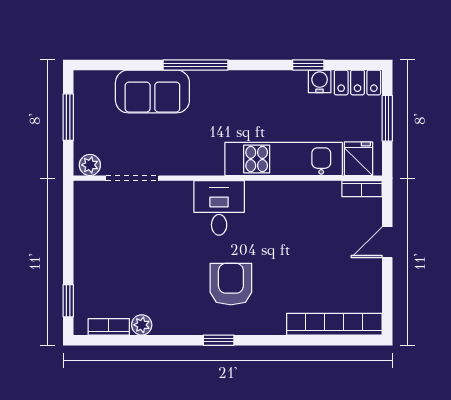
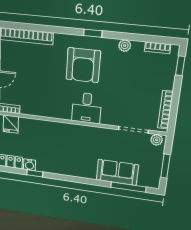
window: (196, 65) -> (128, 187), moved
kitchen unit: (284, 159) -> (50, 129), removed
bookcase: (82, 222) -> (165, 110), added
armchair: (231, 284) -> (83, 65), width x1.36, depth x1.36
plant: (142, 325) -> (125, 46), moved

